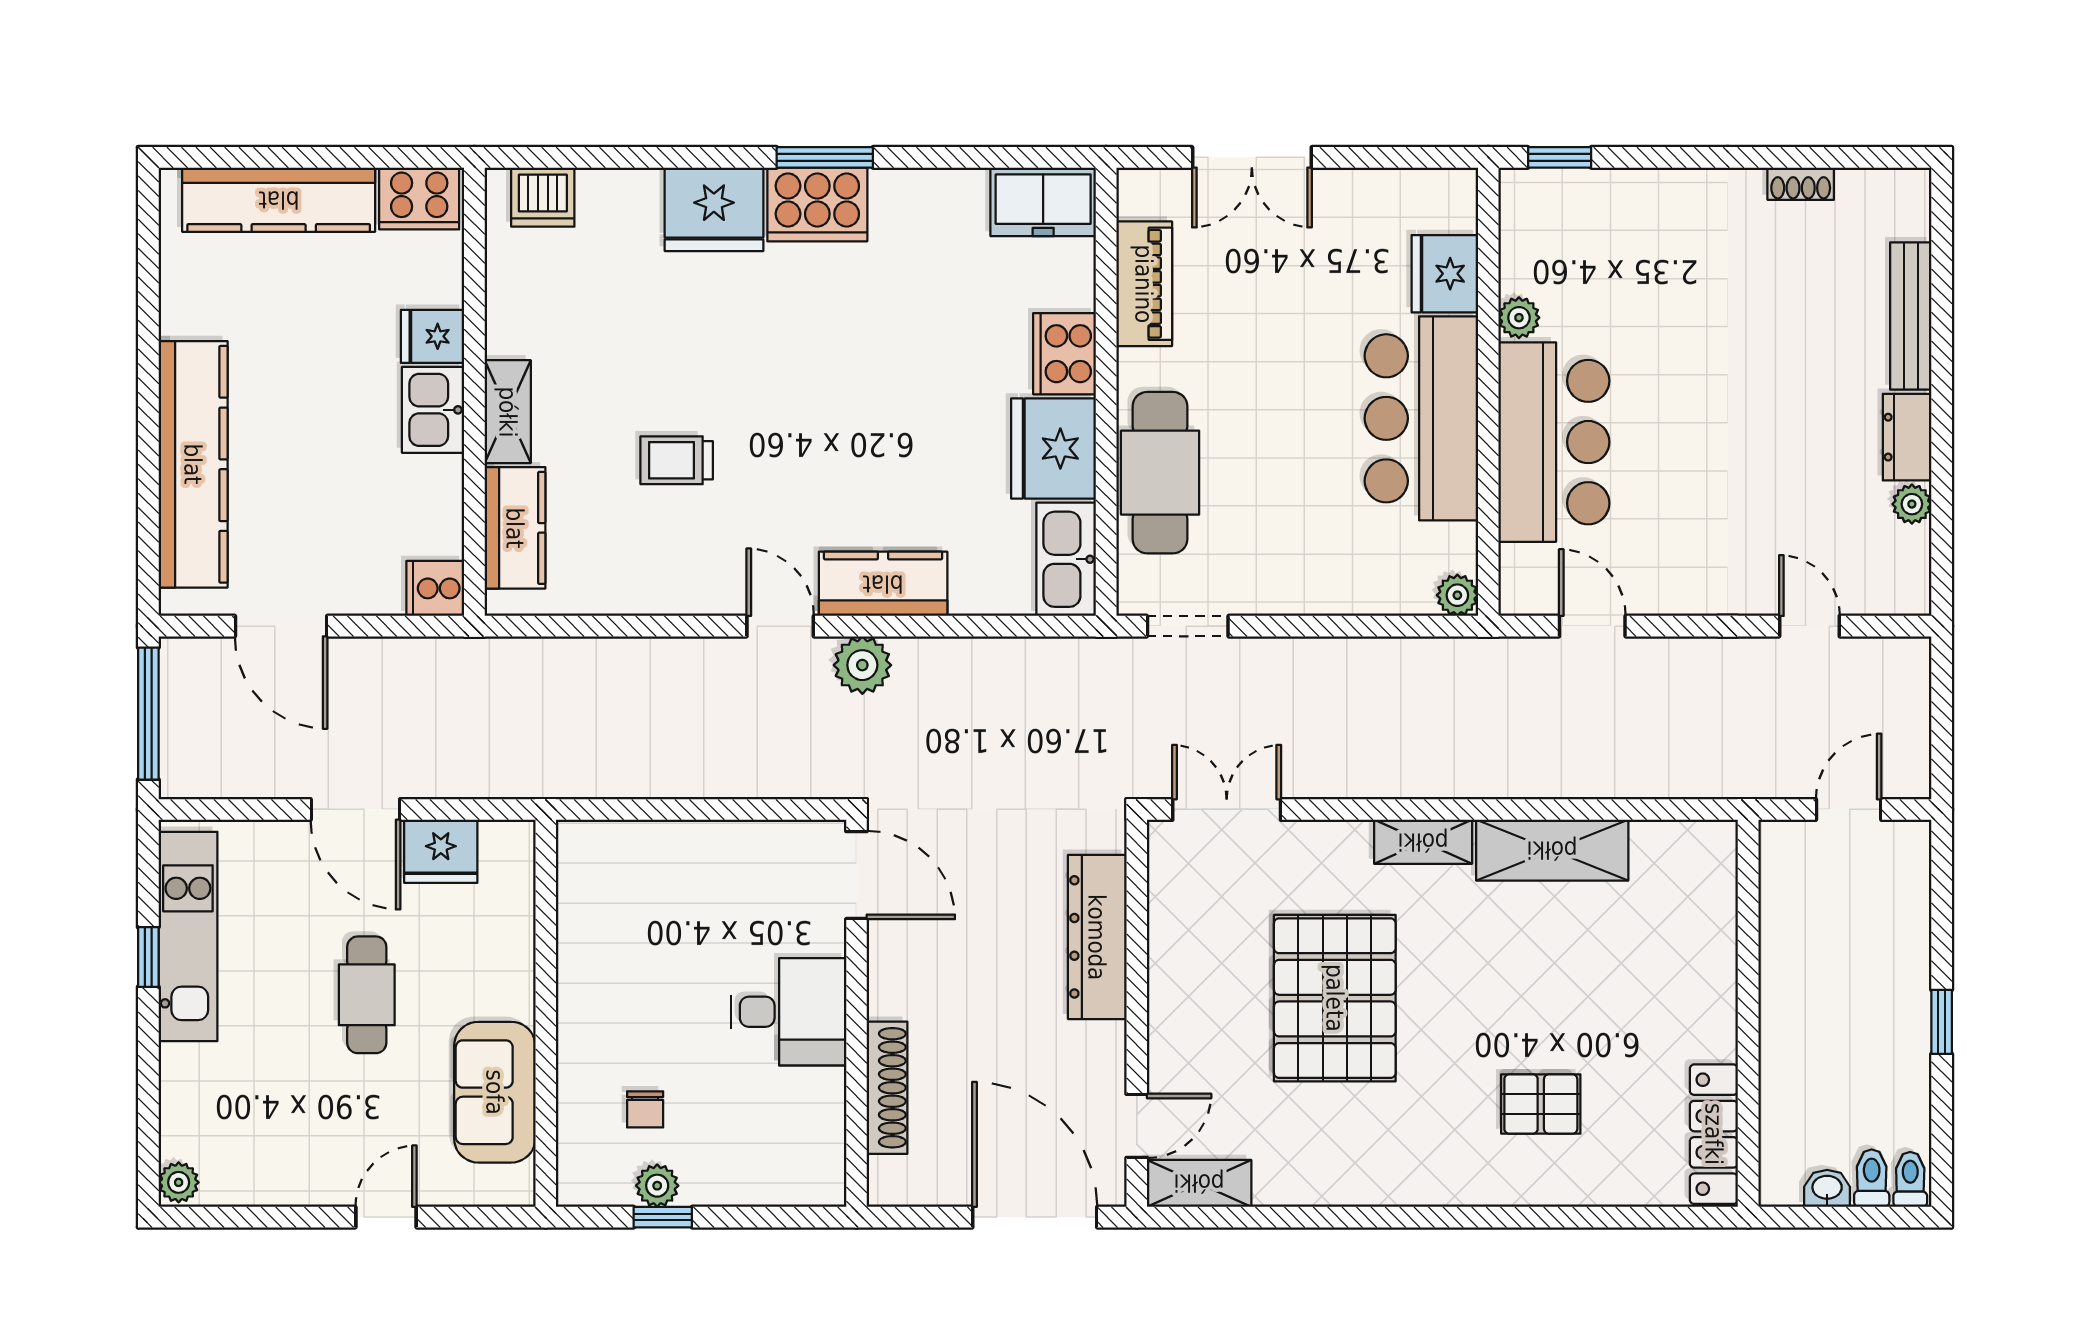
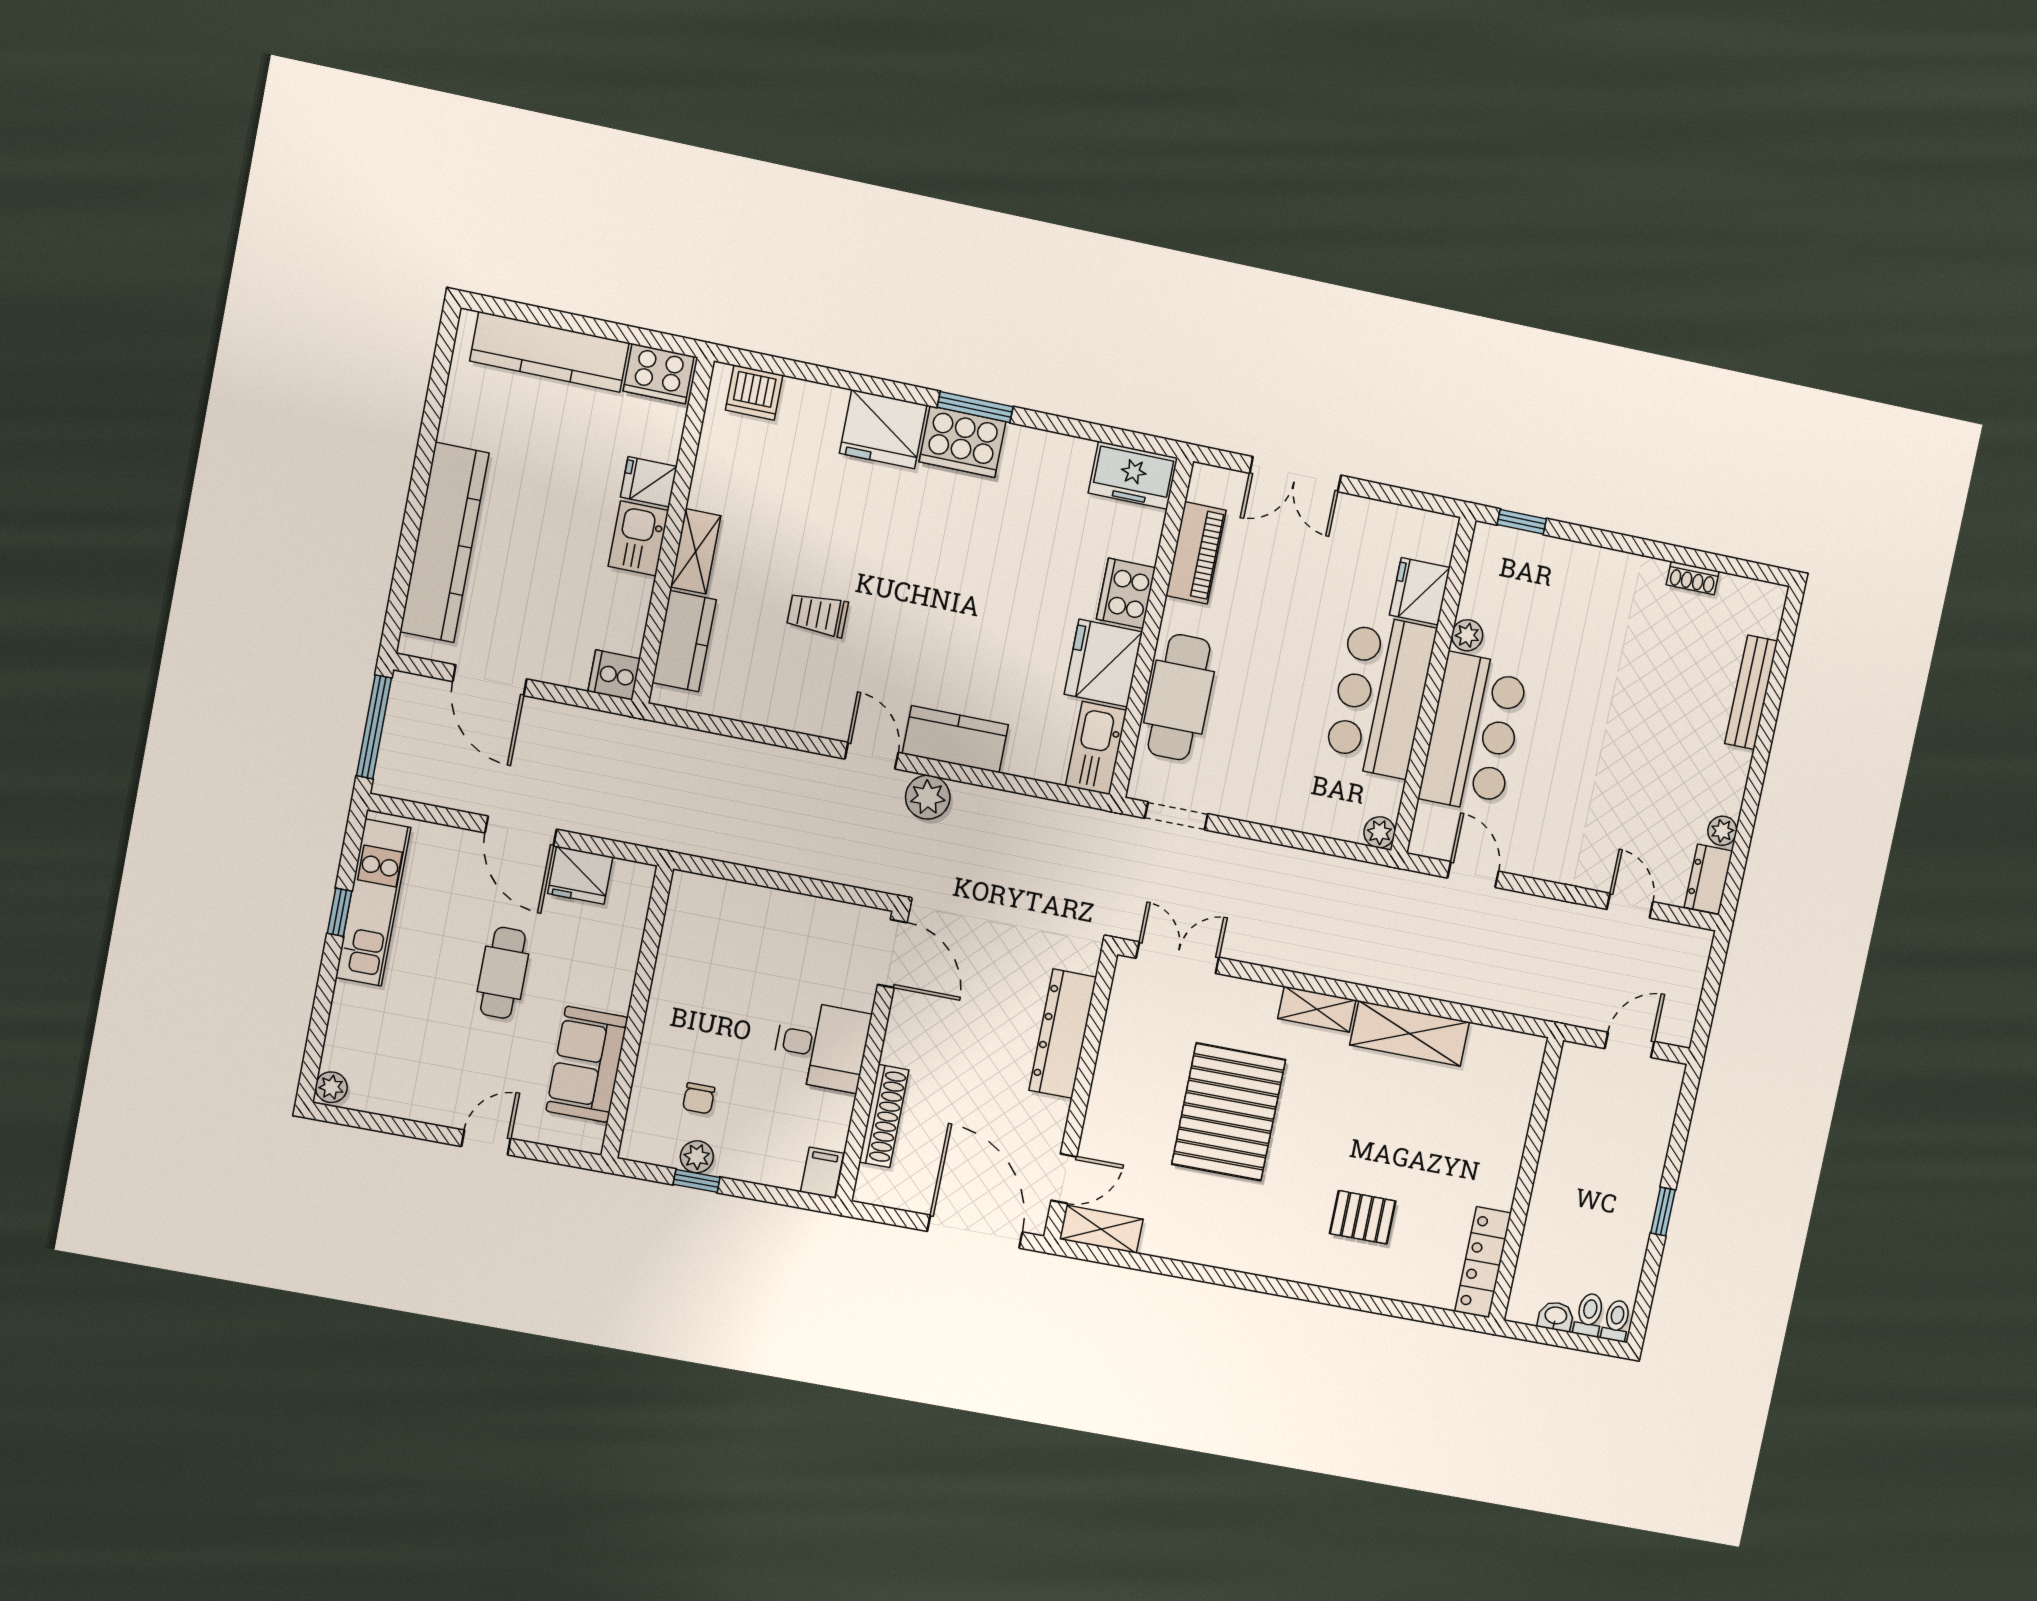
dresser: (1907, 437) -> (1708, 879), moved
filing cabinet: (822, 1176) -> (822, 1173), added

